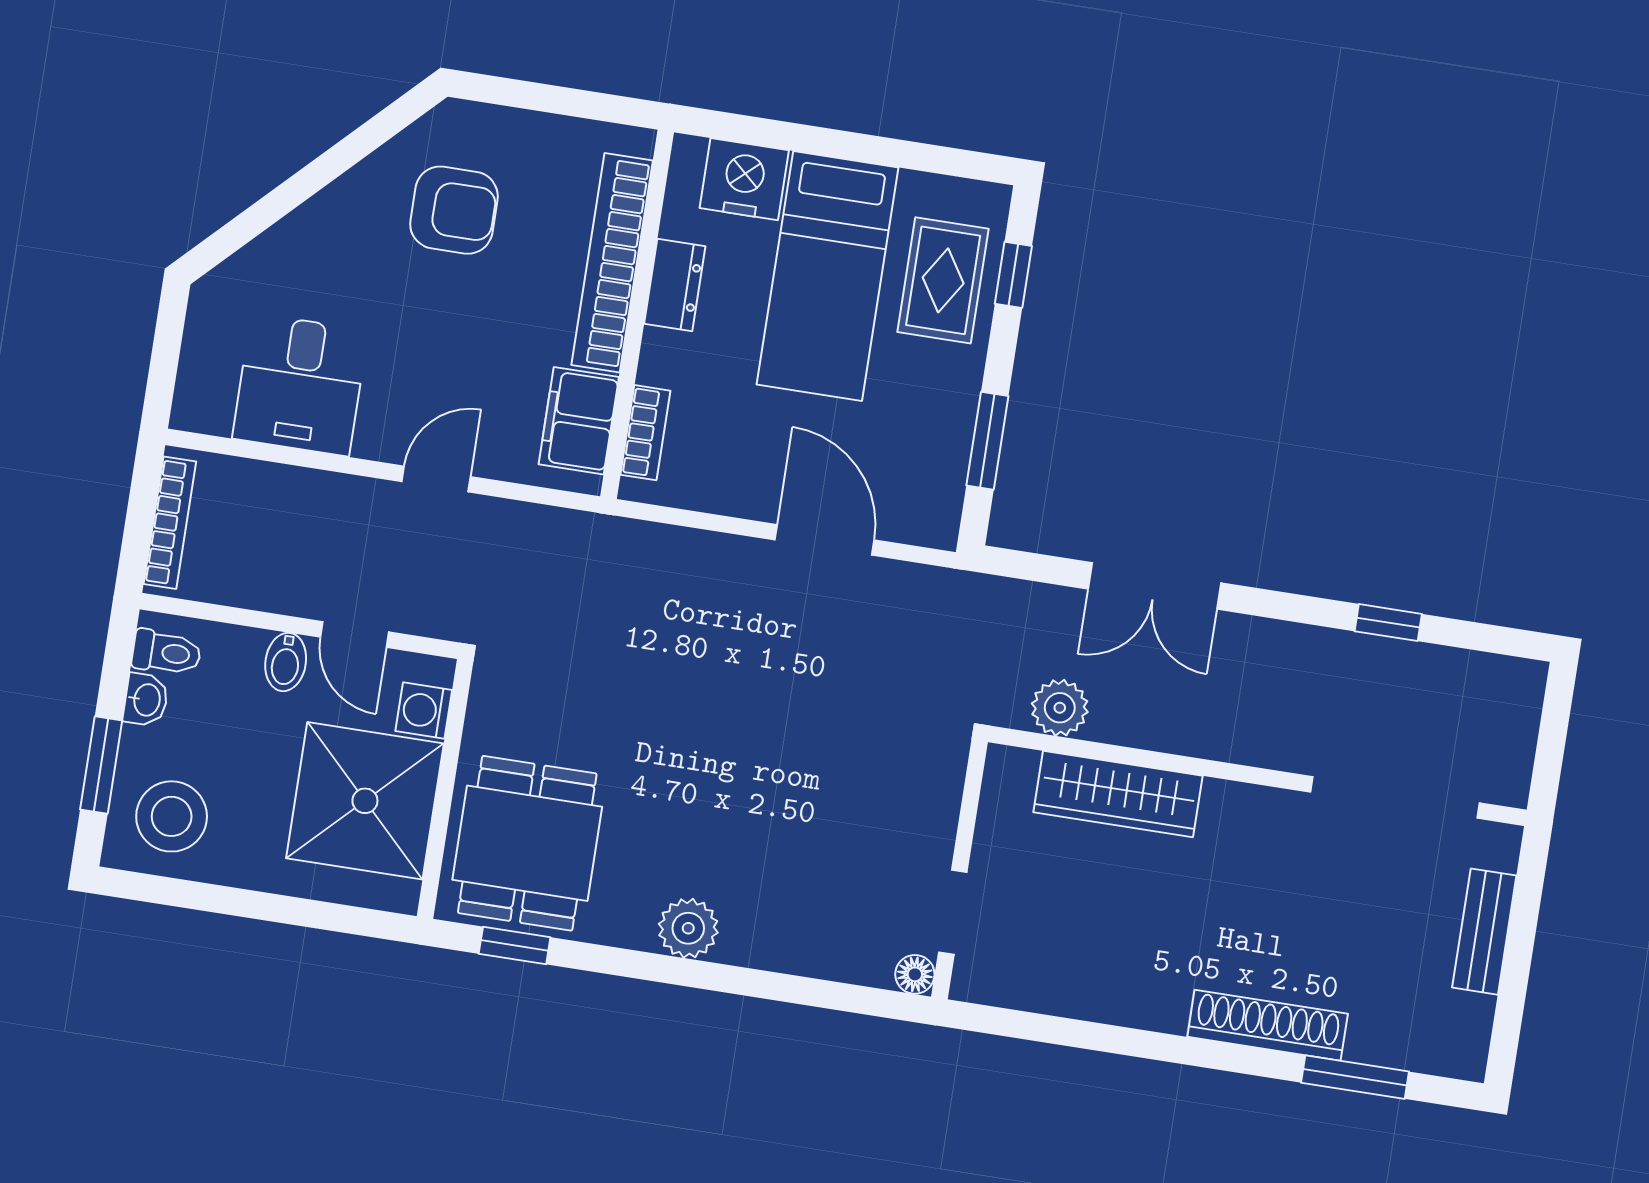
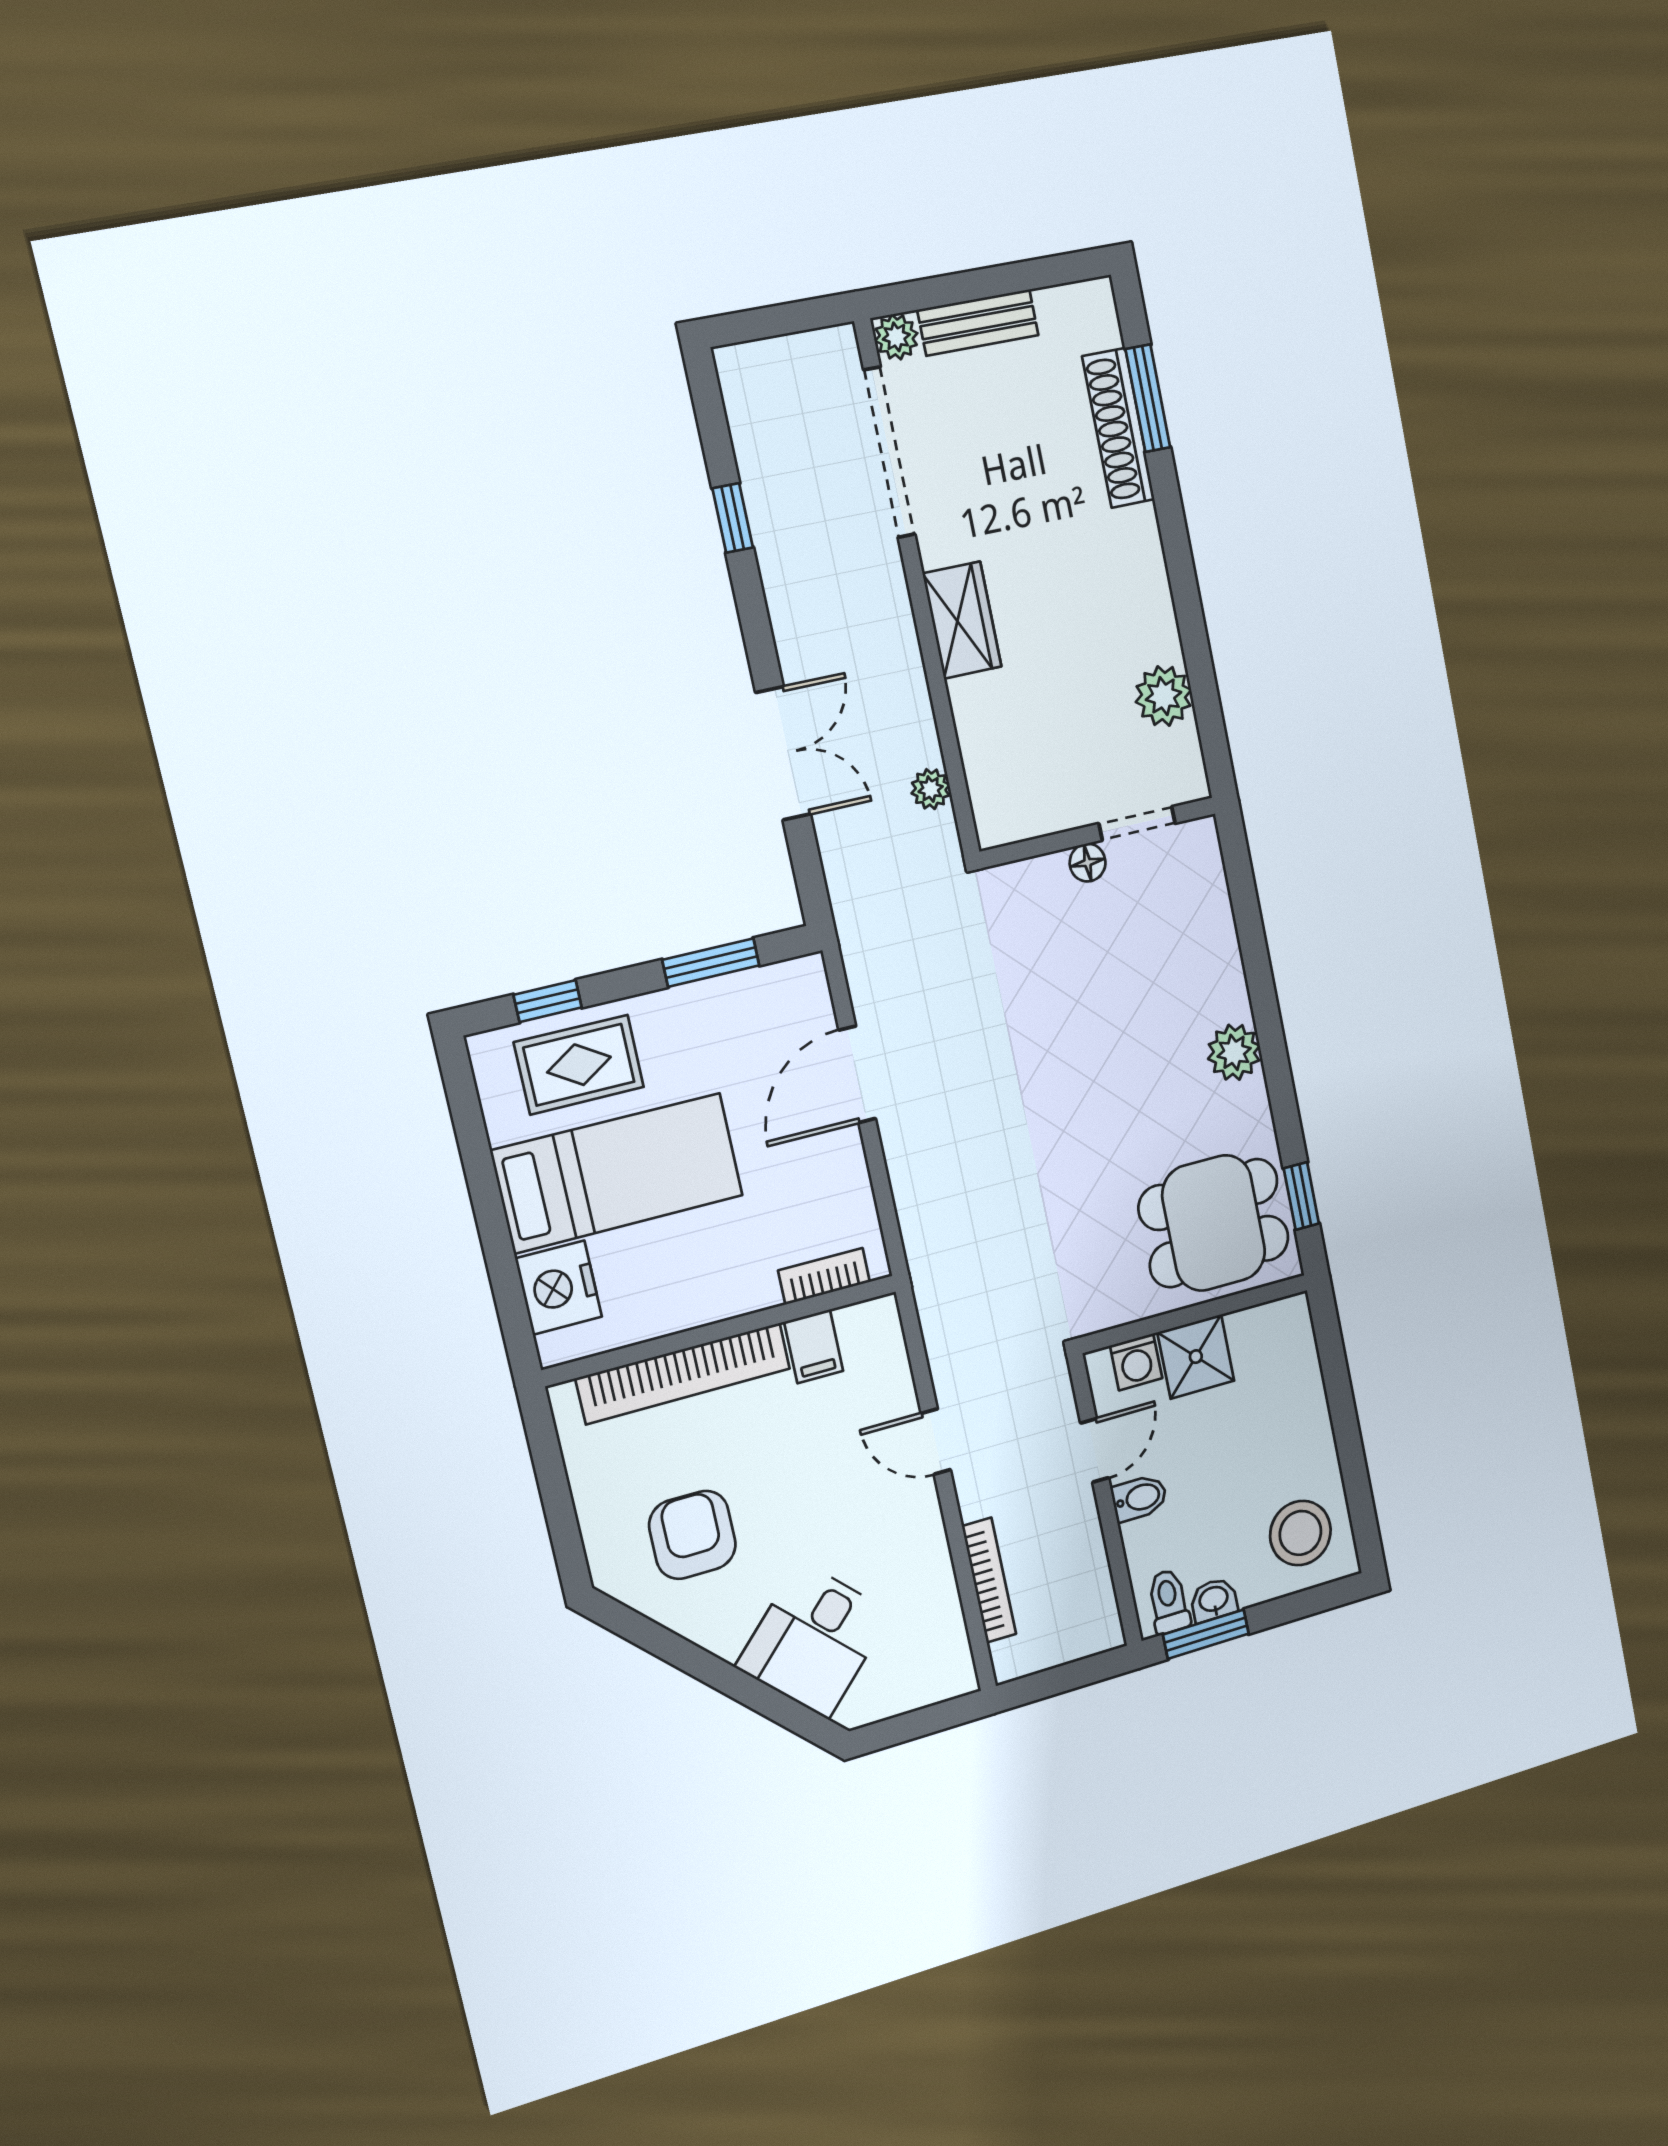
dresser: (675, 285) -> (681, 1308), removed
desk: (300, 385) -> (814, 1640), moved, turned 135
filing cabinet: (579, 421) -> (814, 1346), width x0.50
bookcase: (170, 523) -> (989, 1580), moved, turned 90
plant: (1060, 708) -> (931, 789), width x0.73, depth x0.73
window: (101, 765) -> (1206, 1634), moved
wardrobe: (1118, 794) -> (962, 620), moved, width x0.67
shower: (365, 801) -> (1196, 1357), width x0.54, depth x0.54
plant: (1498, 845) -> (896, 337), added
floor lamp: (915, 974) -> (1088, 863), moved
plant: (1065, 986) -> (1164, 696), added
shoe rack: (1268, 1025) -> (1118, 428), moved

